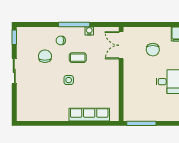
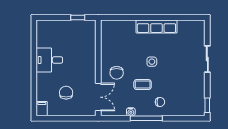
chair: (45, 56) -> (117, 73), moved
sliding door: (14, 71) -> (207, 59), moved
row of seats: (89, 115) -> (156, 26), moved
window: (141, 123) -> (78, 17), width x0.46

